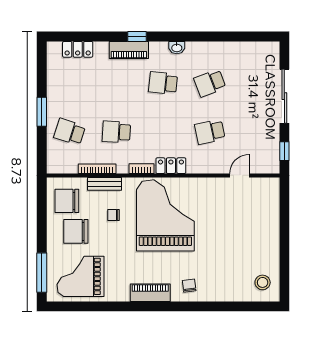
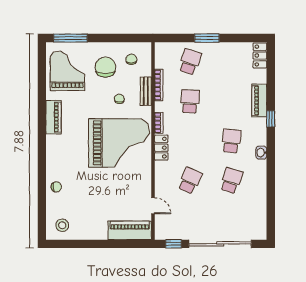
locker: (78, 49) -> (260, 56), moved
piano: (129, 50) -> (259, 100), moved
school desk: (210, 83) -> (231, 181), turned 39
sliding door: (284, 96) -> (220, 244), width x1.36
school desk: (210, 132) -> (190, 181), turned 36
chair: (67, 201) -> (131, 59), width x0.54, depth x0.54
piano: (269, 203) -> (130, 230), added
chair: (189, 286) -> (56, 187), moved
piano: (150, 293) -> (53, 117), moved

